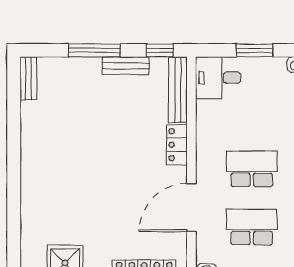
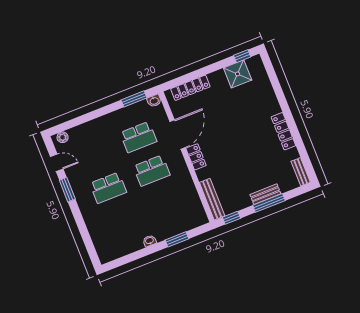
bench: (126, 66) -> (265, 194), moved
desk: (218, 78) -> (192, 215), removed
locker: (177, 145) -> (196, 157), moved
locker: (30, 150) -> (283, 131), added

